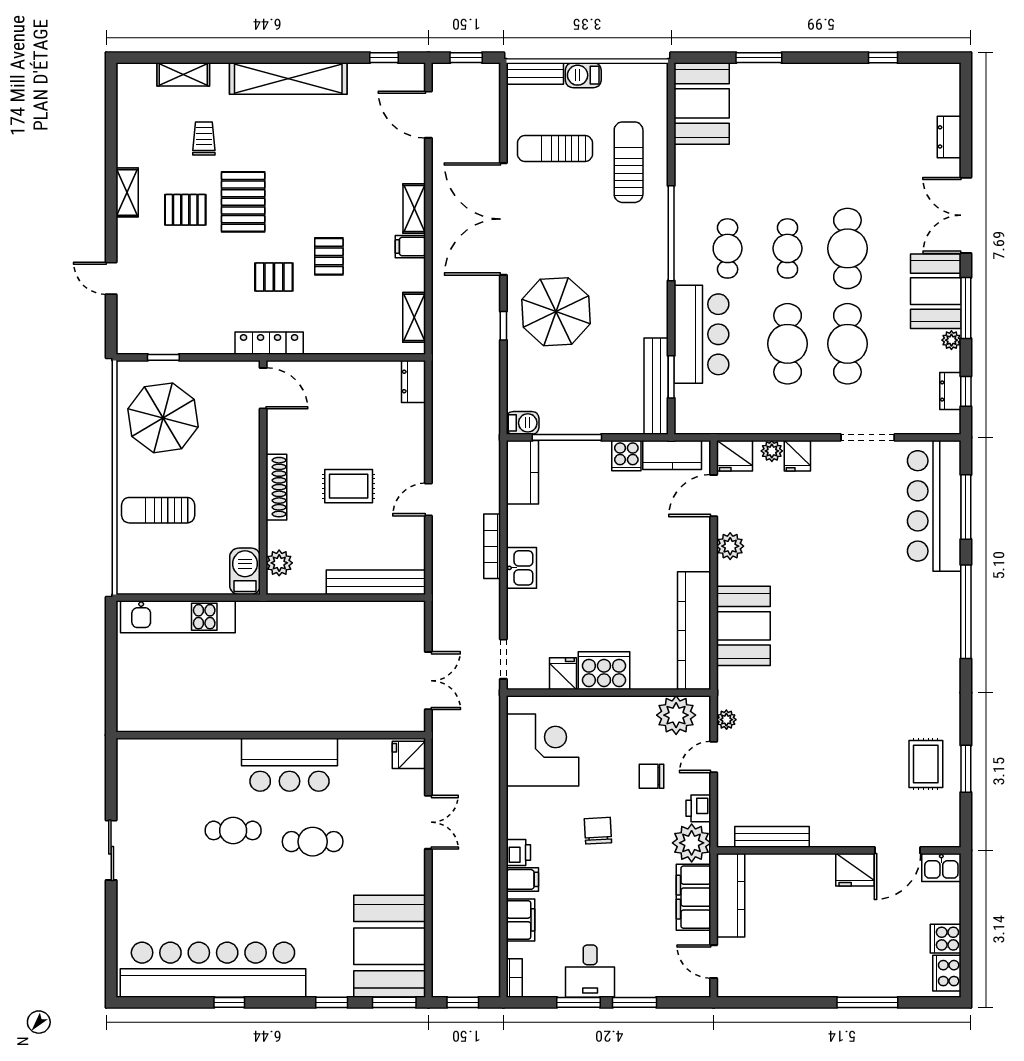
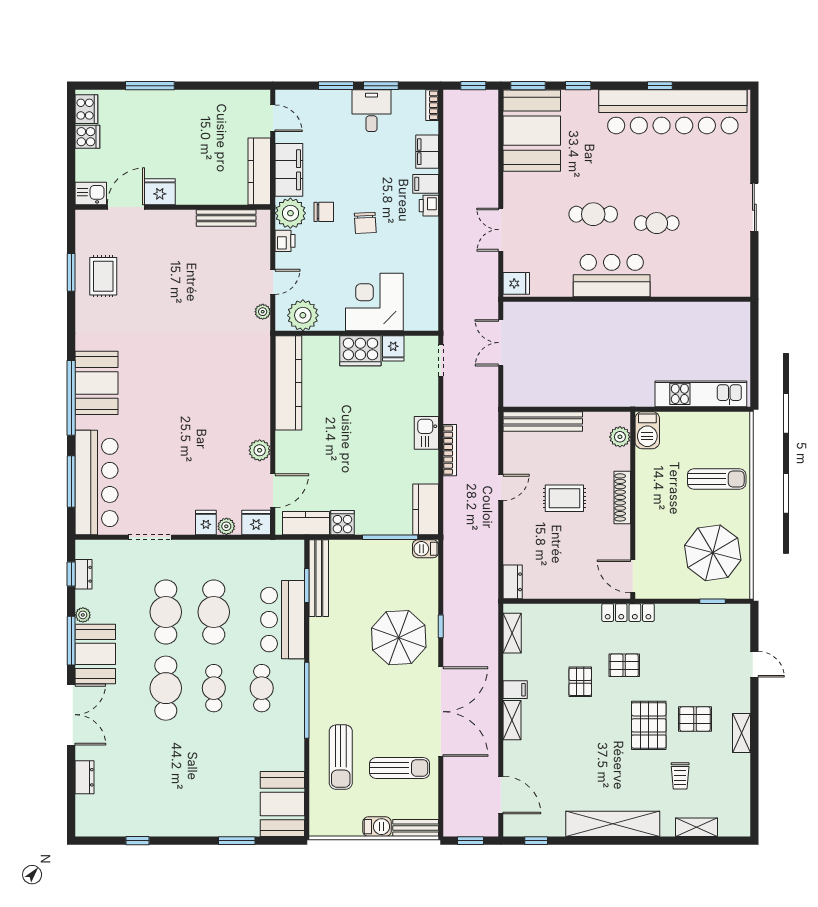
booth: (743, 626) -> (97, 383), moved
corner desk: (543, 750) -> (374, 302), moved, turned 90
chair: (651, 776) -> (324, 212), moved

